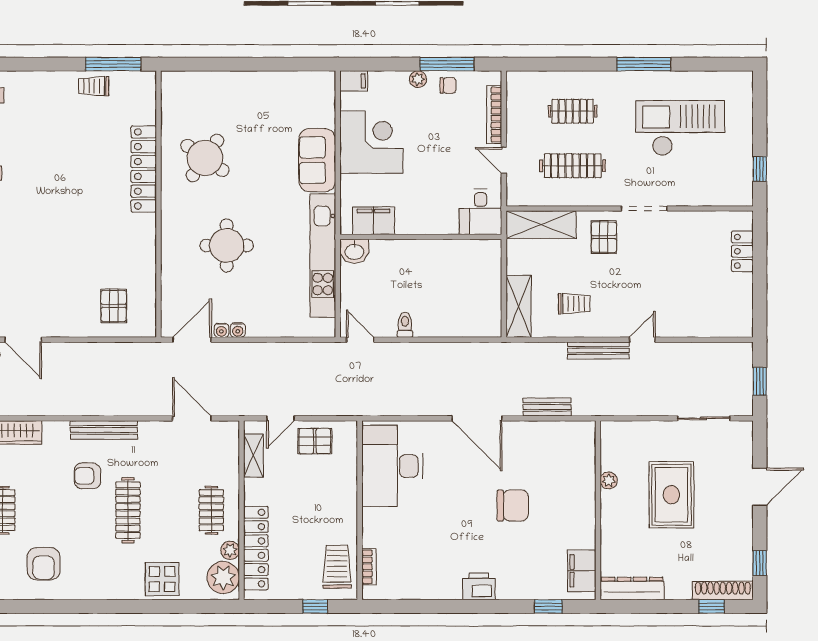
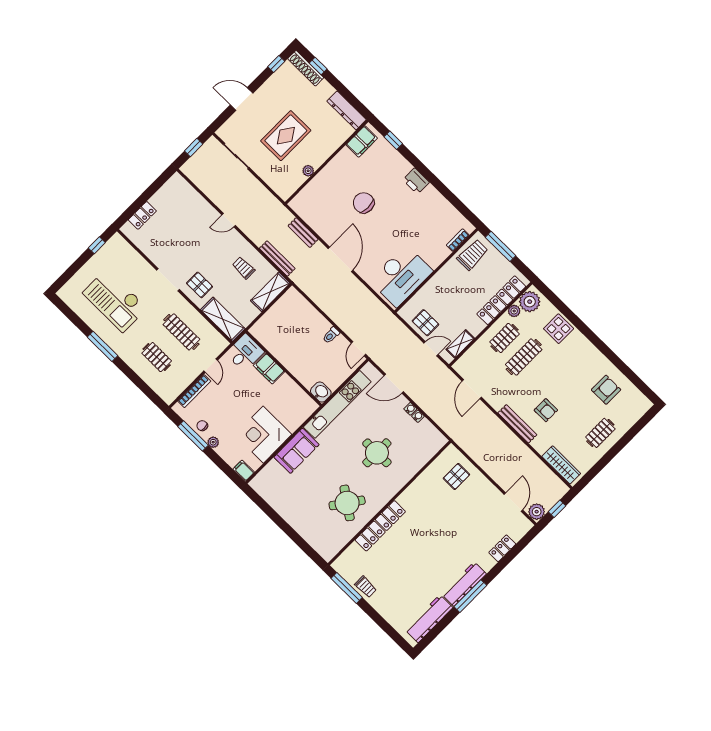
filing cabinet: (373, 221) -> (269, 368), moved
pallet: (604, 237) -> (200, 285), turned 90
door: (192, 340) -> (394, 384), moved
bench: (598, 350) -> (277, 258), moved
clothes rail: (128, 510) -> (524, 357), moved
trolley: (337, 567) -> (472, 255), turned 180
window: (315, 606) -> (501, 246), width x2.17

